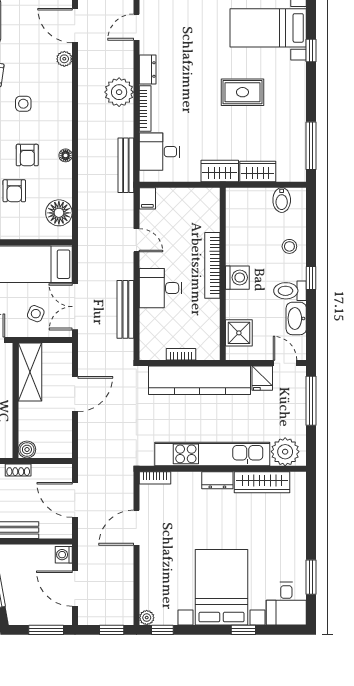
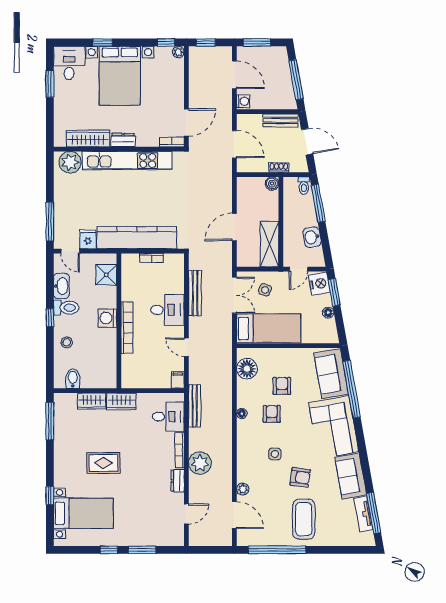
plant: (285, 452) -> (70, 162), moved
kitchen unit: (212, 454) -> (127, 161), moved
wall: (223, 469) -> (119, 149), moved
bookcase: (155, 478) -> (172, 142), moved
dresser: (217, 480) -> (123, 140), moved
wardrobe: (262, 482) -> (88, 138), moved

